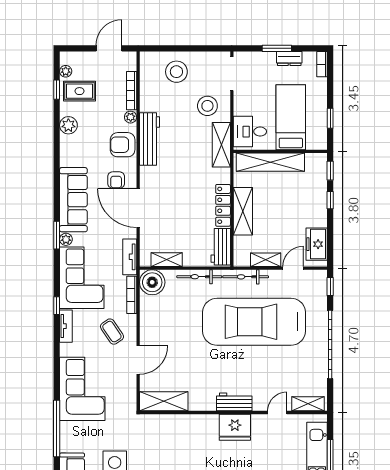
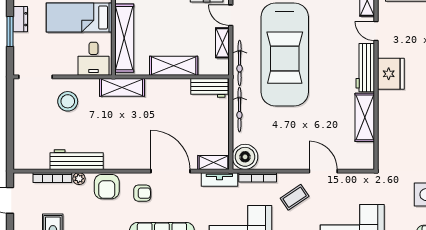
stool: (176, 72) -> (33, 132), removed
workbench: (150, 139) -> (77, 160), moved
shelving: (221, 145) -> (122, 87), moved
locker: (223, 205) -> (168, 86), removed
door: (138, 208) -> (171, 171), swing flipped
shelving: (167, 260) -> (214, 162), moved, turned 90
shelving: (164, 401) -> (365, 117), moved
workbench: (234, 402) -> (365, 68), width x1.38

